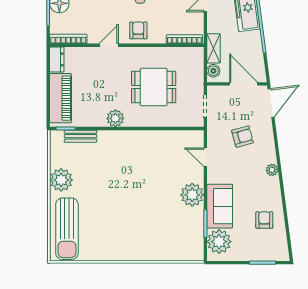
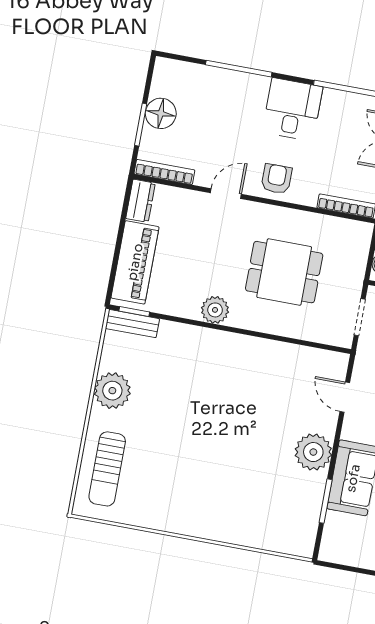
bench: (81, 136) -> (132, 324), moved
sun lounger: (67, 229) -> (107, 469), width x0.73, depth x0.75
plant: (219, 242) -> (342, 533), removed

